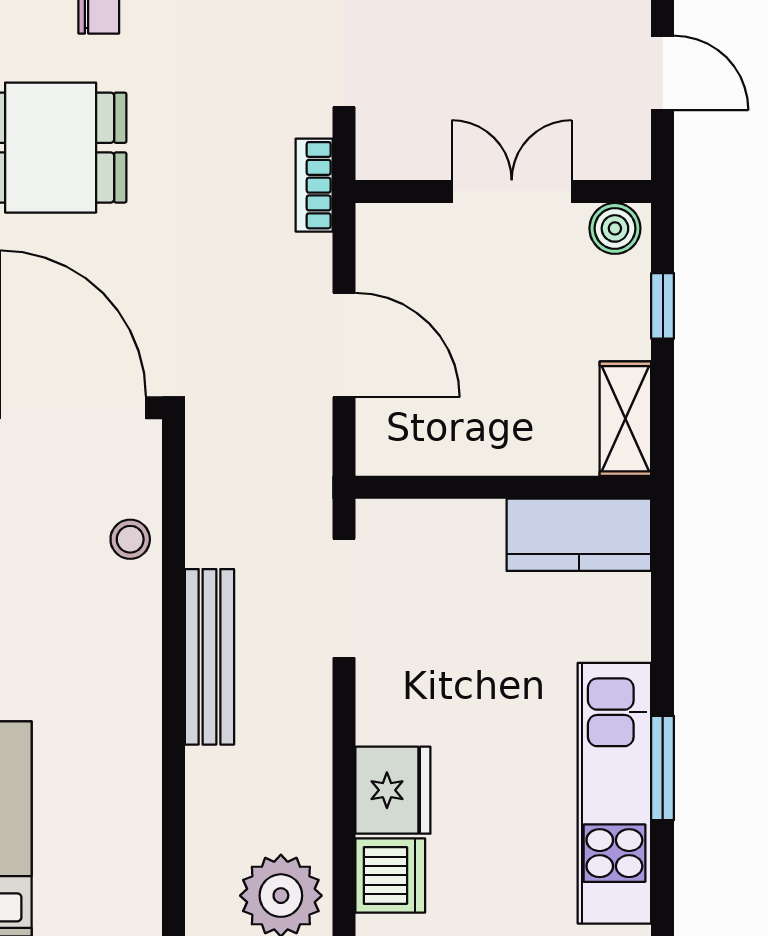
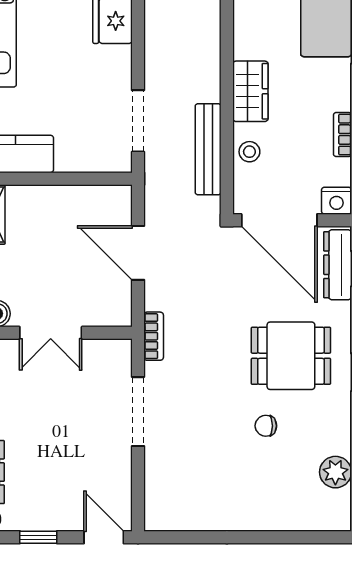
wardrobe: (128, 655) -> (250, 91), added
bench: (209, 657) -> (208, 149), moved

